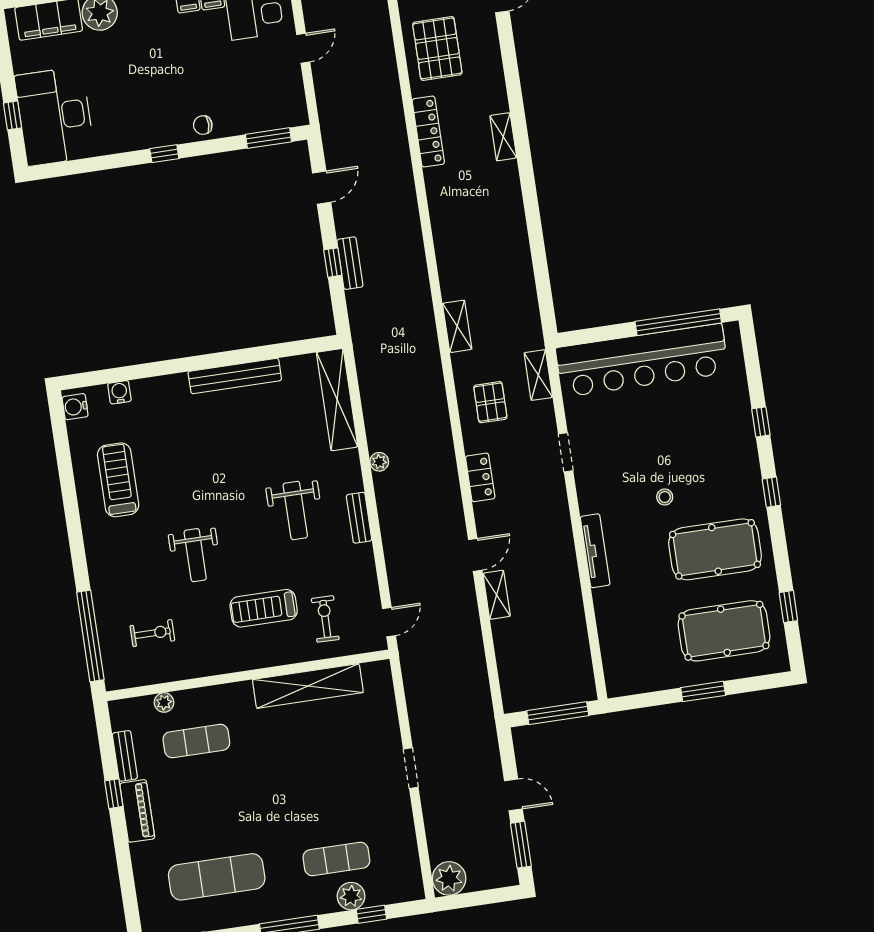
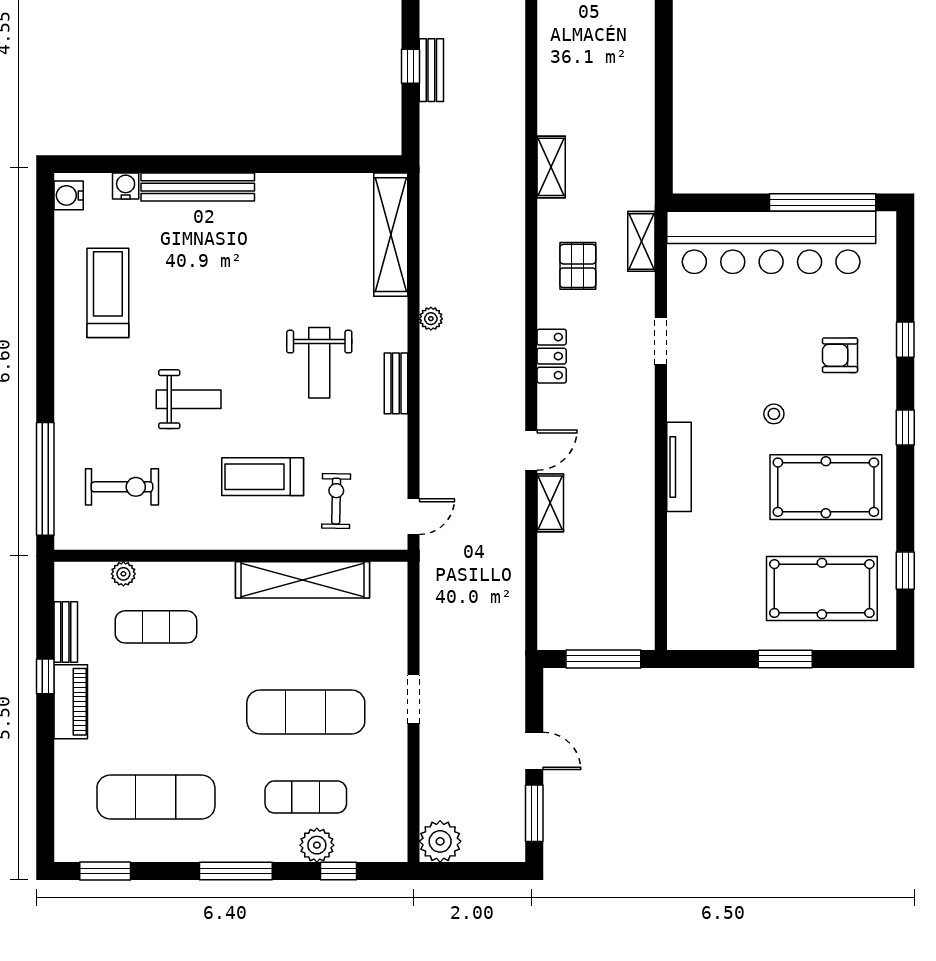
bench: (235, 376) -> (198, 187), moved
armchair: (710, 442) -> (840, 355), added
weight bench: (195, 555) -> (189, 399), turned -90
exercise bike: (152, 633) -> (122, 487), width x1.38, depth x1.39
exercise mat: (326, 791) -> (306, 712), added

